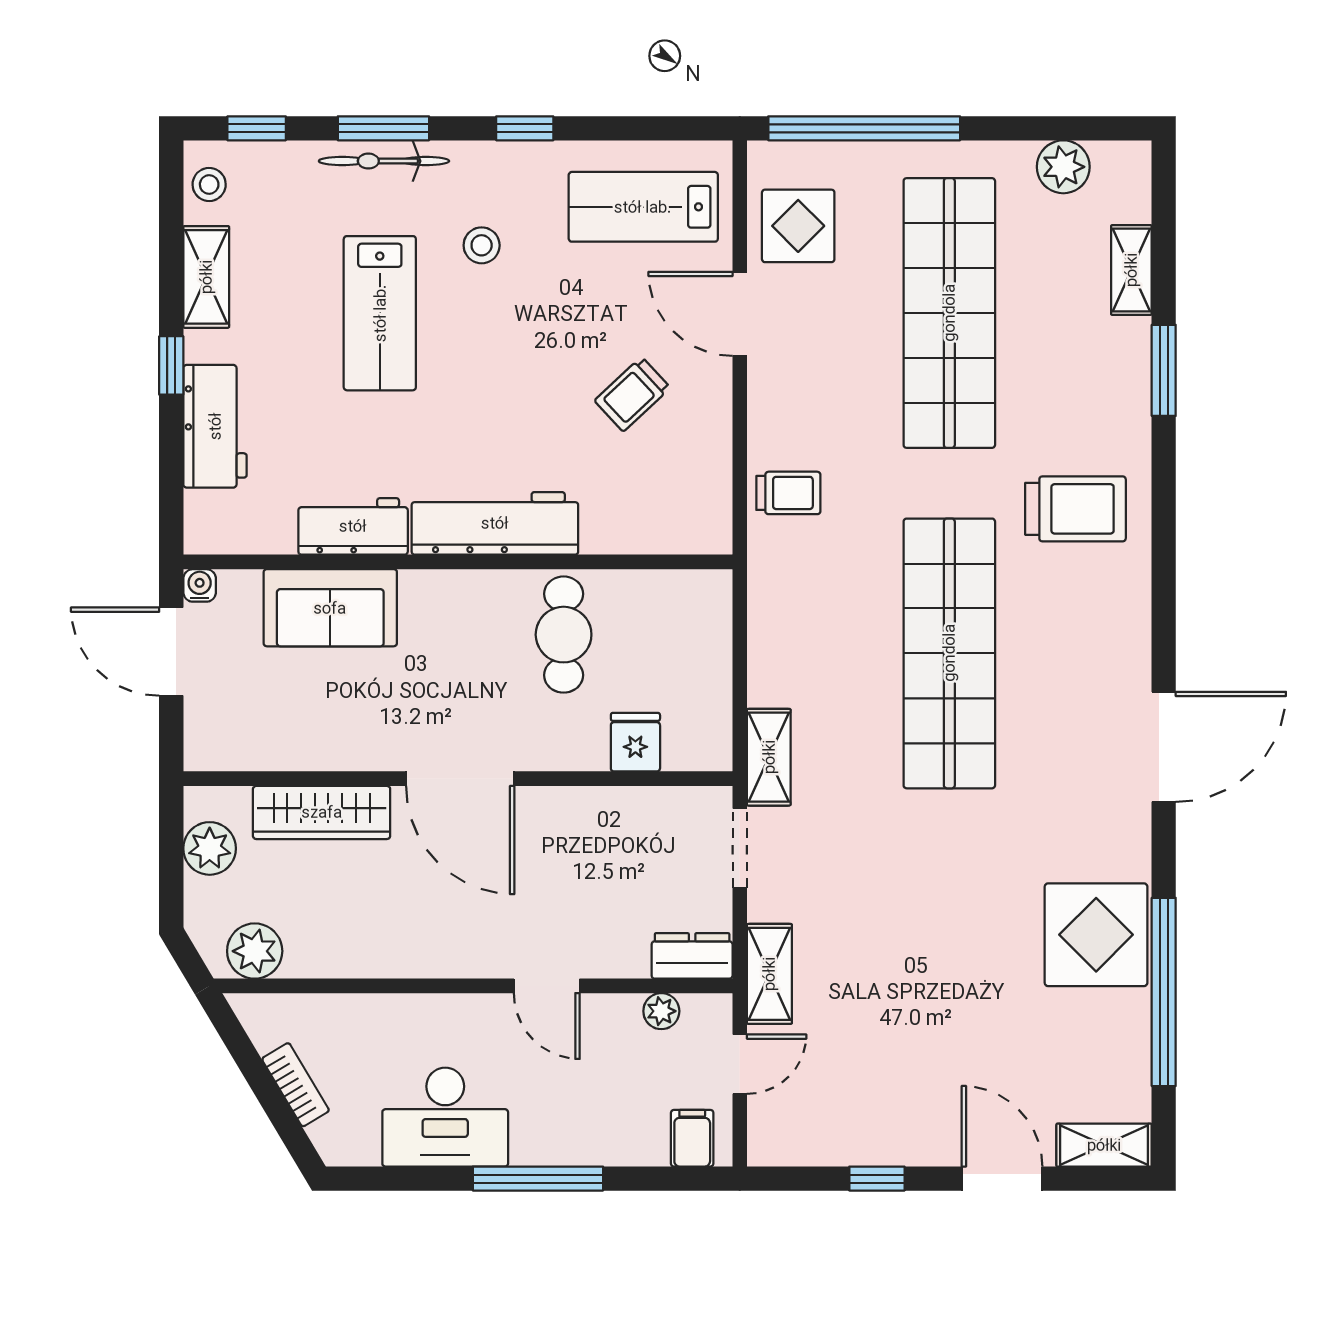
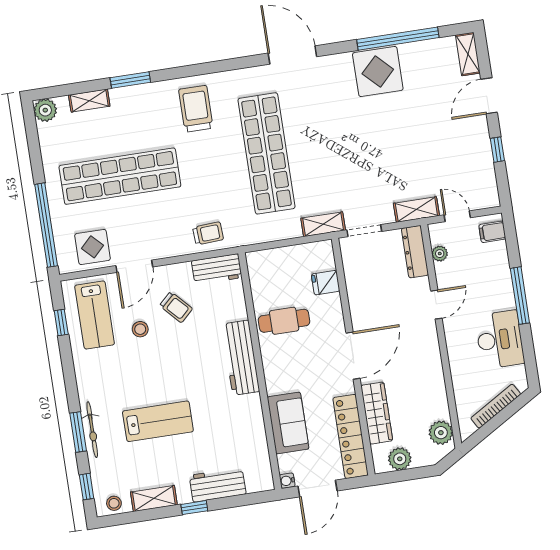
window: (525, 128) -> (61, 322), moved
plant: (1063, 167) -> (45, 110), moved
stool: (482, 245) -> (140, 329), moved
trolley: (788, 493) -> (208, 233), turned 87
workbench: (353, 526) -> (217, 269), moved, turned -90
shop shelf: (949, 653) -> (266, 153), turned 90
locker: (278, 745) -> (351, 436), added
dresser: (692, 956) -> (415, 252), width x1.44
bookcase: (296, 1085) -> (496, 406), width x1.56

